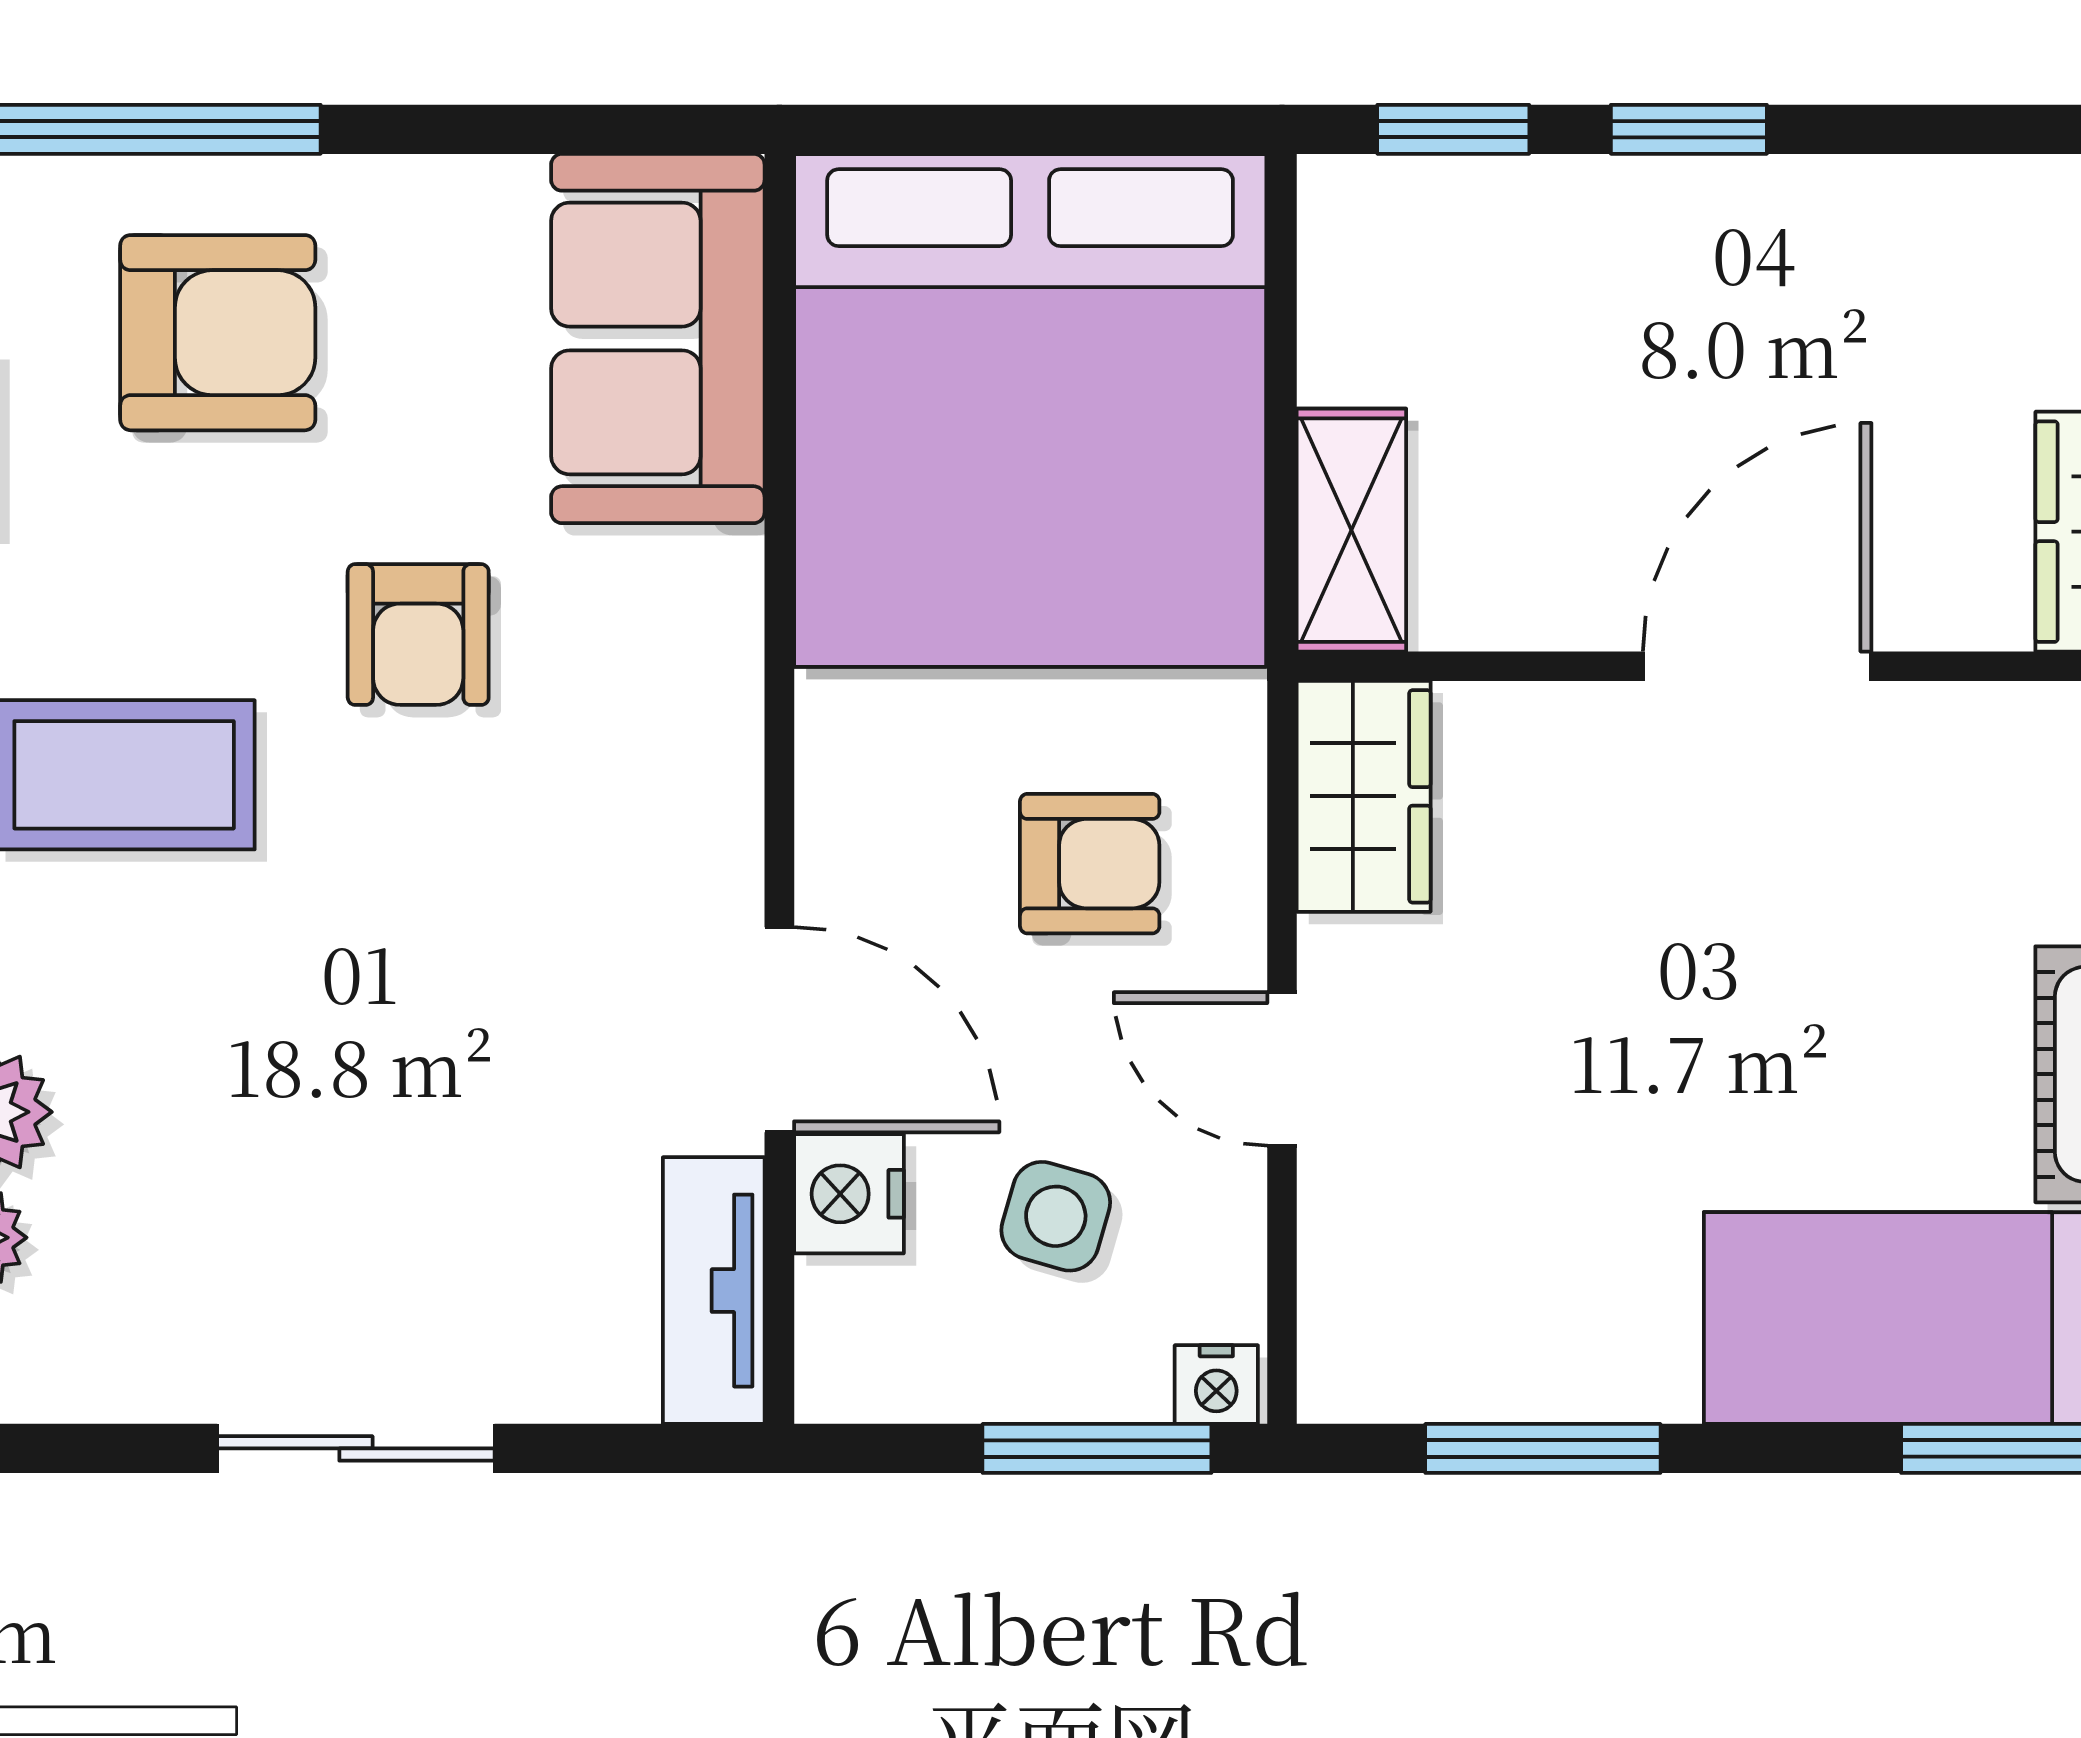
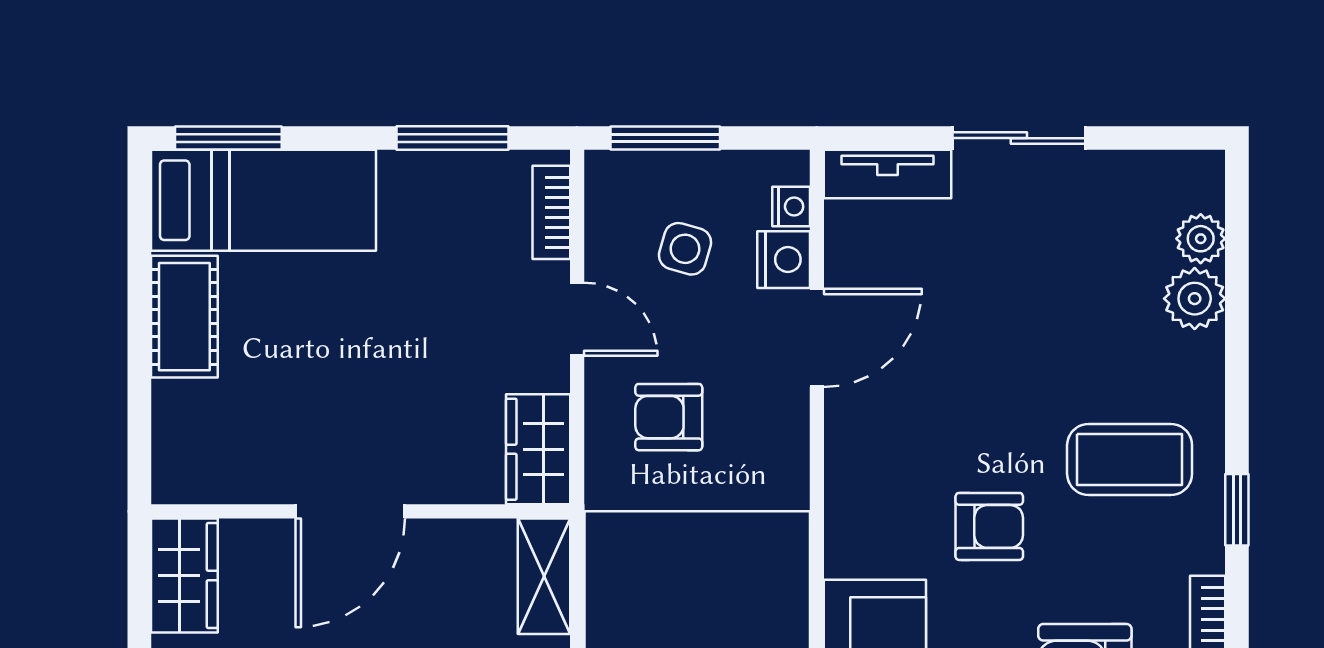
armchair: (418, 635) -> (989, 526), turned 90
door: (779, 1030) -> (817, 338), swing flipped
tv unit: (714, 1291) -> (888, 174), moved, turned 90
bookcase: (1336, 1293) -> (551, 212), added
nightstand: (1216, 1385) -> (791, 207), moved, turned 90

